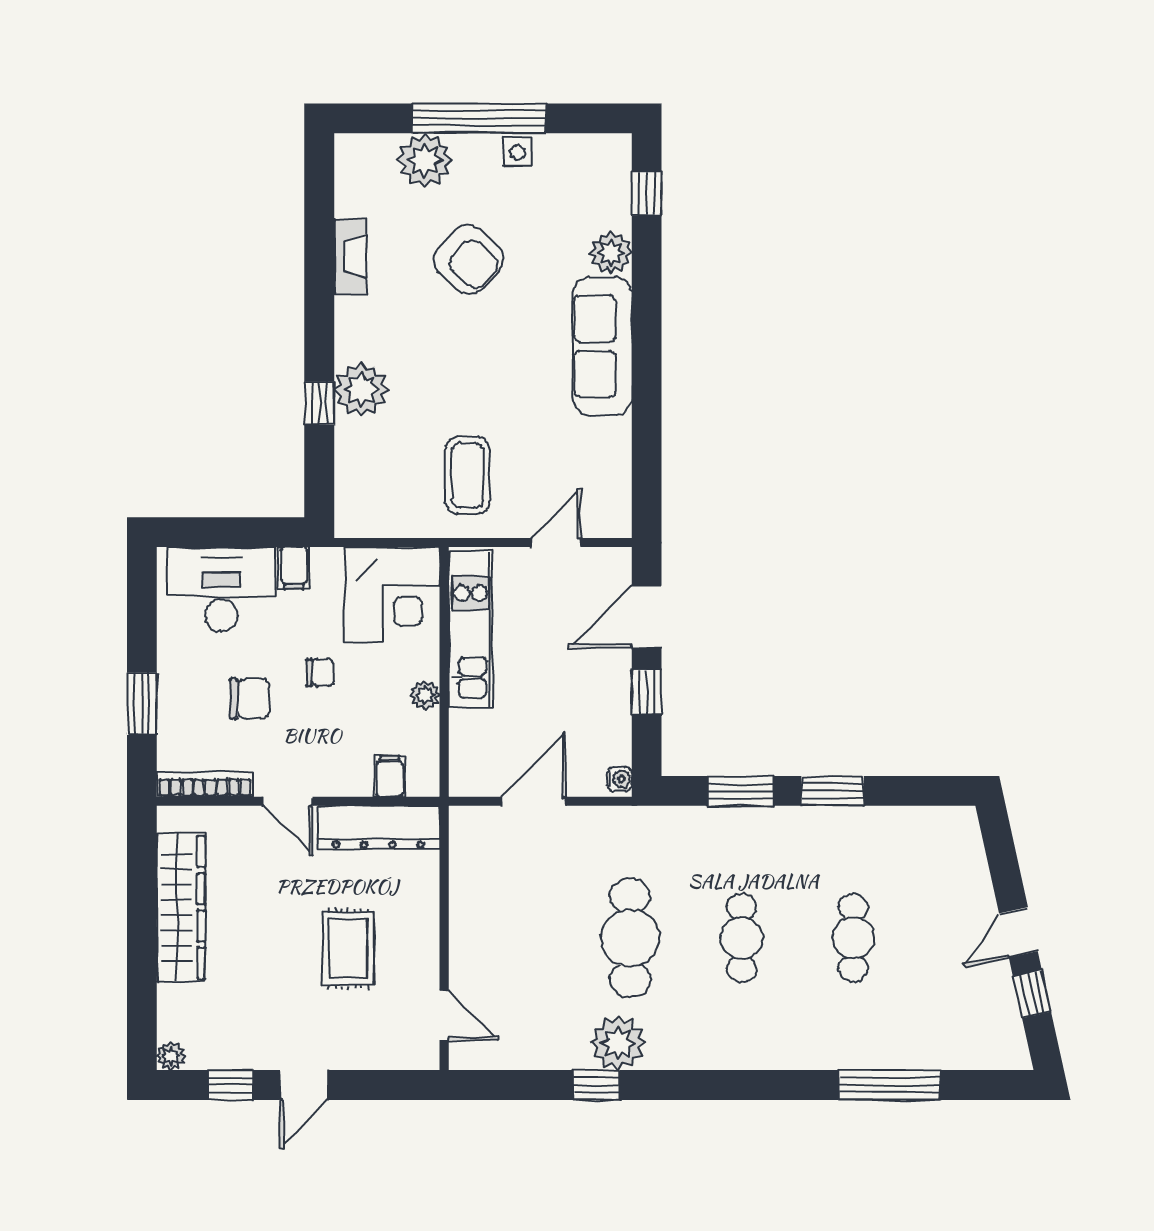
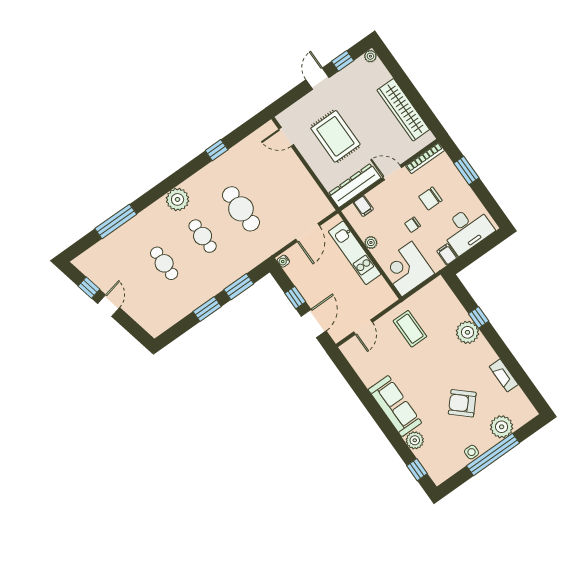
kitchen unit: (471, 629) -> (355, 253), moved
rug: (348, 949) -> (335, 136), width x1.36, depth x1.43
plant: (618, 1043) -> (178, 199), moved

